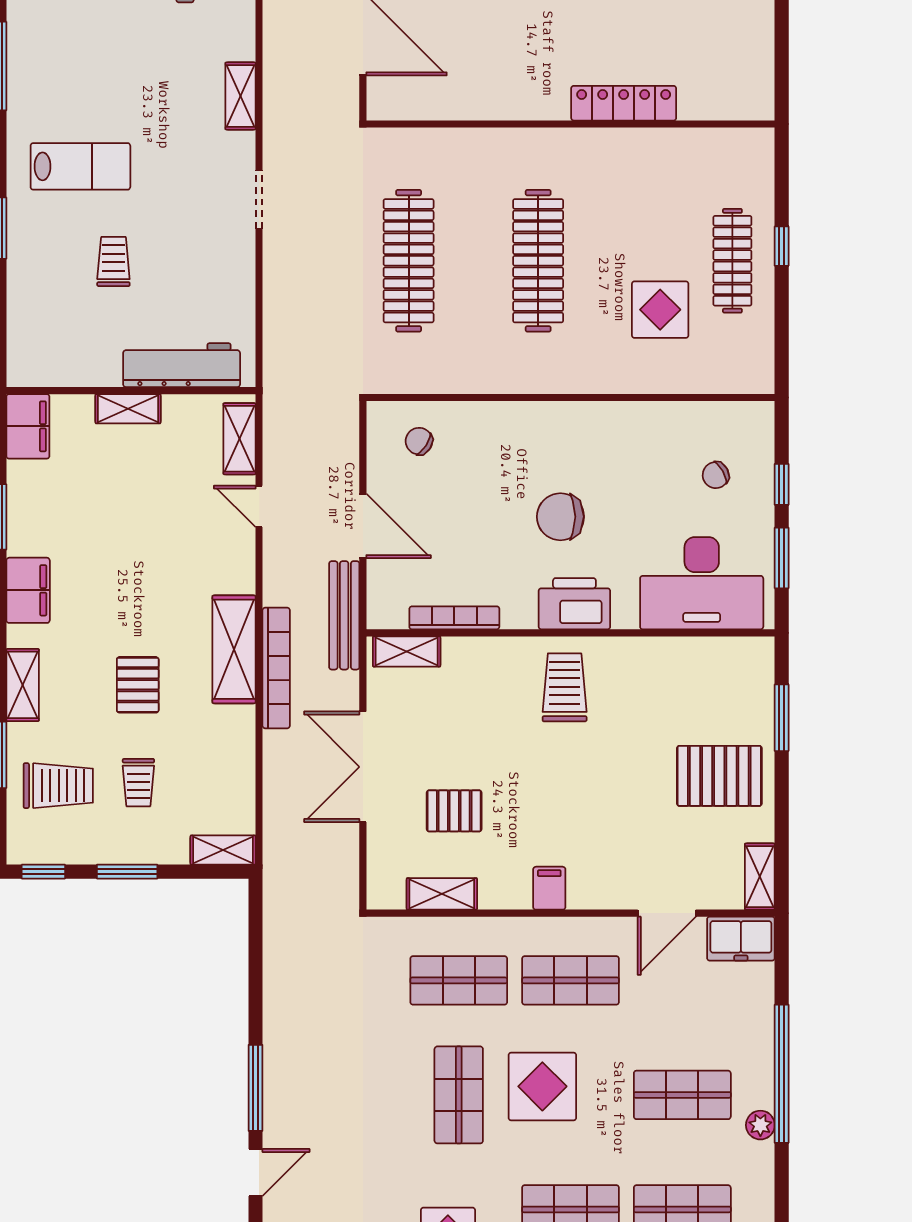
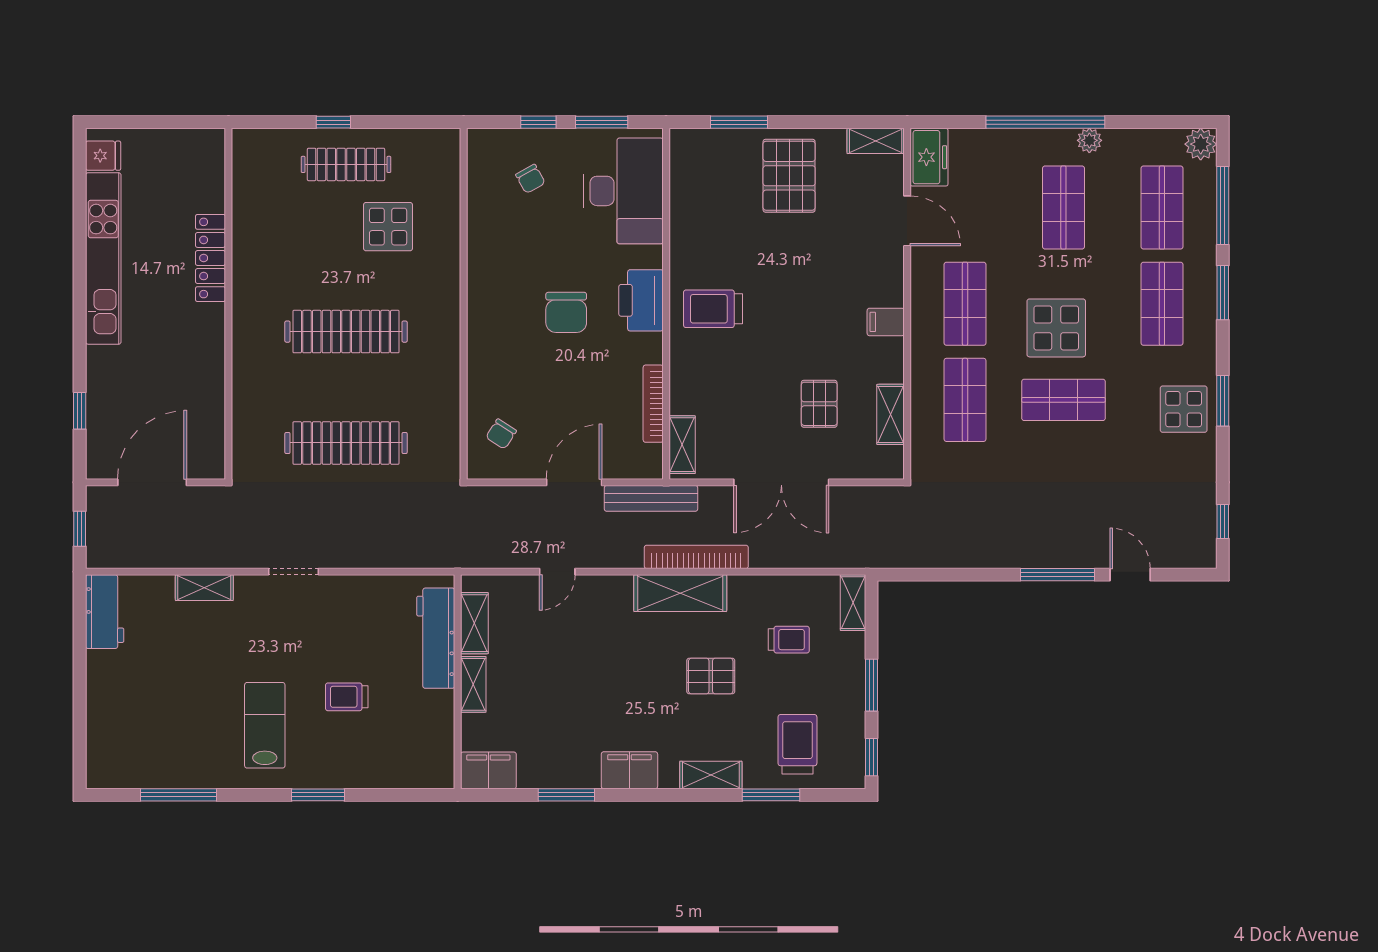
shelving: (239, 439) -> (474, 623), moved, turned 90
trolley: (138, 783) -> (789, 640), moved

